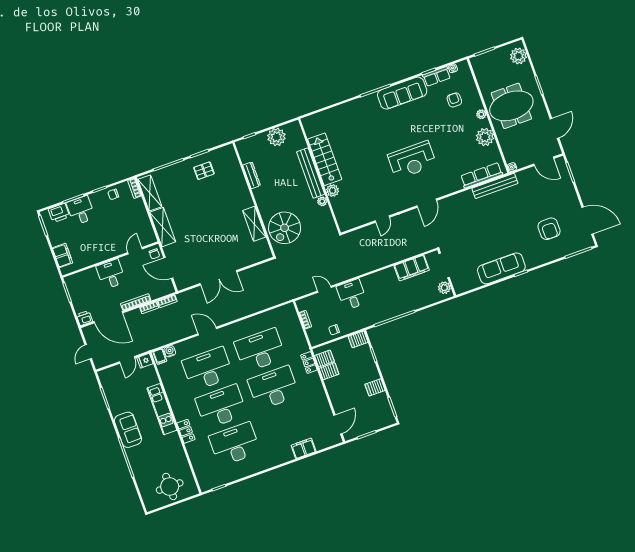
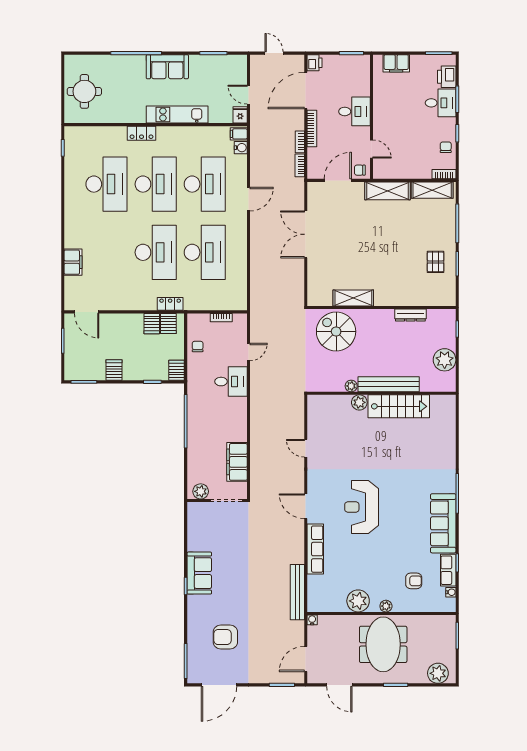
row of seats: (482, 175) -> (315, 549), moved
sofa: (501, 268) -> (199, 573), width x0.73

